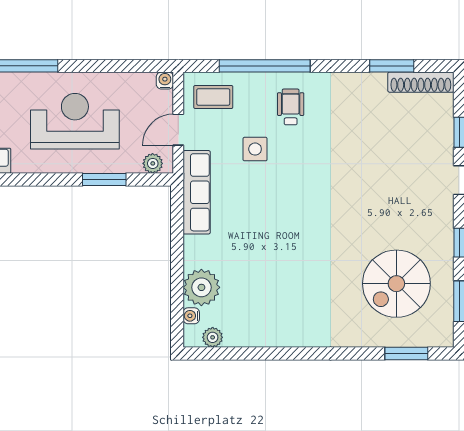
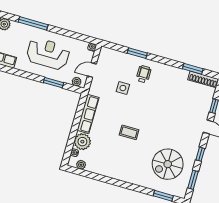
window: (265, 66) -> (137, 53), width x0.47
coffee table: (213, 97) -> (129, 132), moved
row of seats: (197, 192) -> (88, 114), moved

